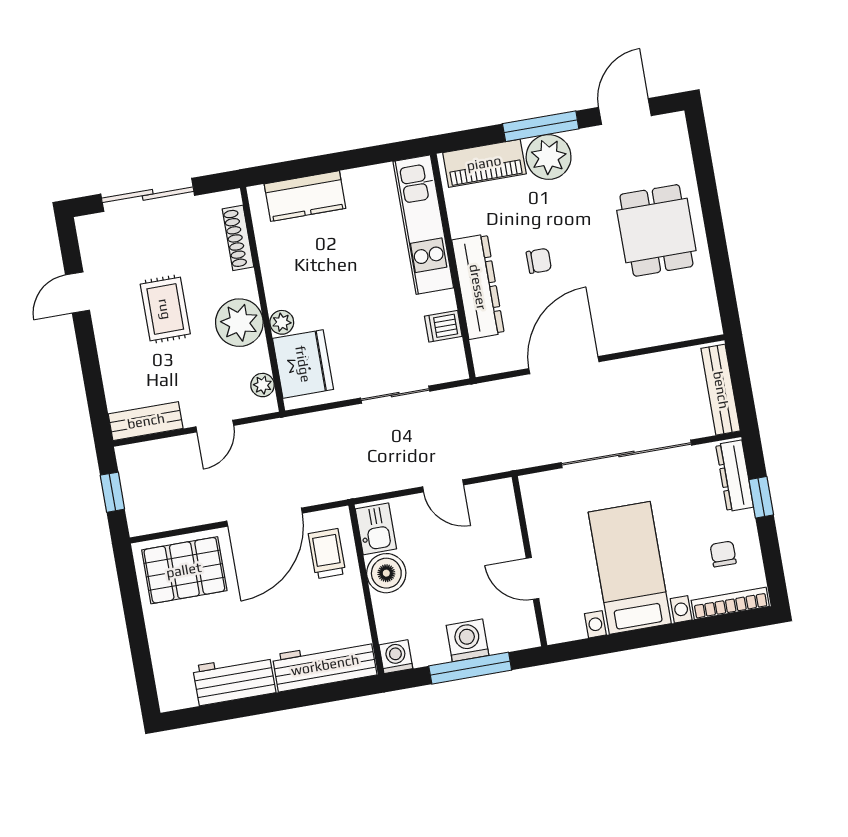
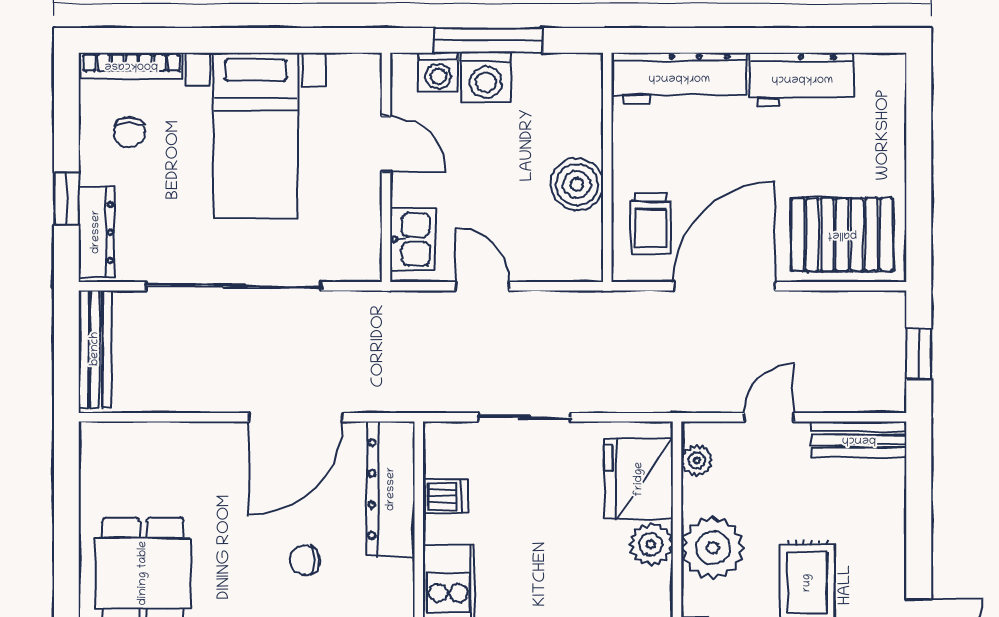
dresser: (478, 287) -> (391, 489), moved
plant: (282, 322) -> (651, 544), width x1.38, depth x1.38
kitchen sink: (376, 529) -> (413, 239), moved, turned 180
washing machine: (396, 657) -> (438, 72), moved

